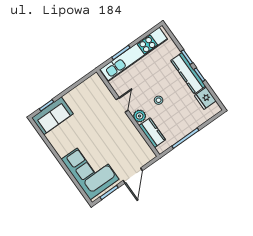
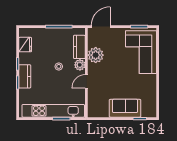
kitchen counter: (188, 73) -> (25, 76), width x0.67
sofa: (52, 116) -> (125, 108), moved
plant: (131, 136) -> (96, 55), added
door: (133, 176) -> (101, 27), moved

